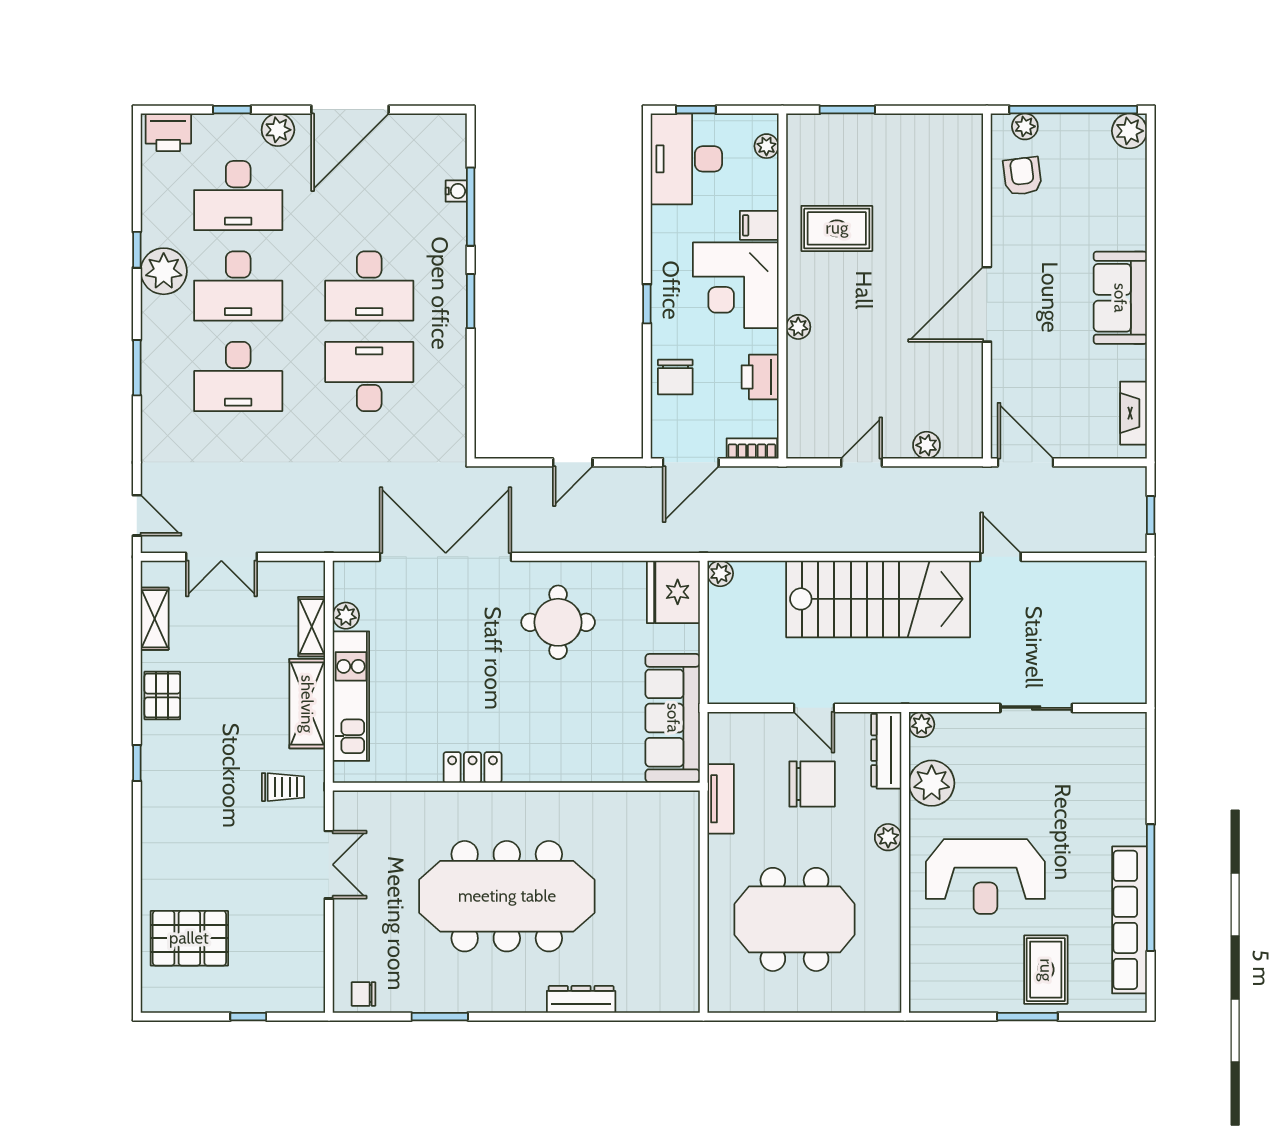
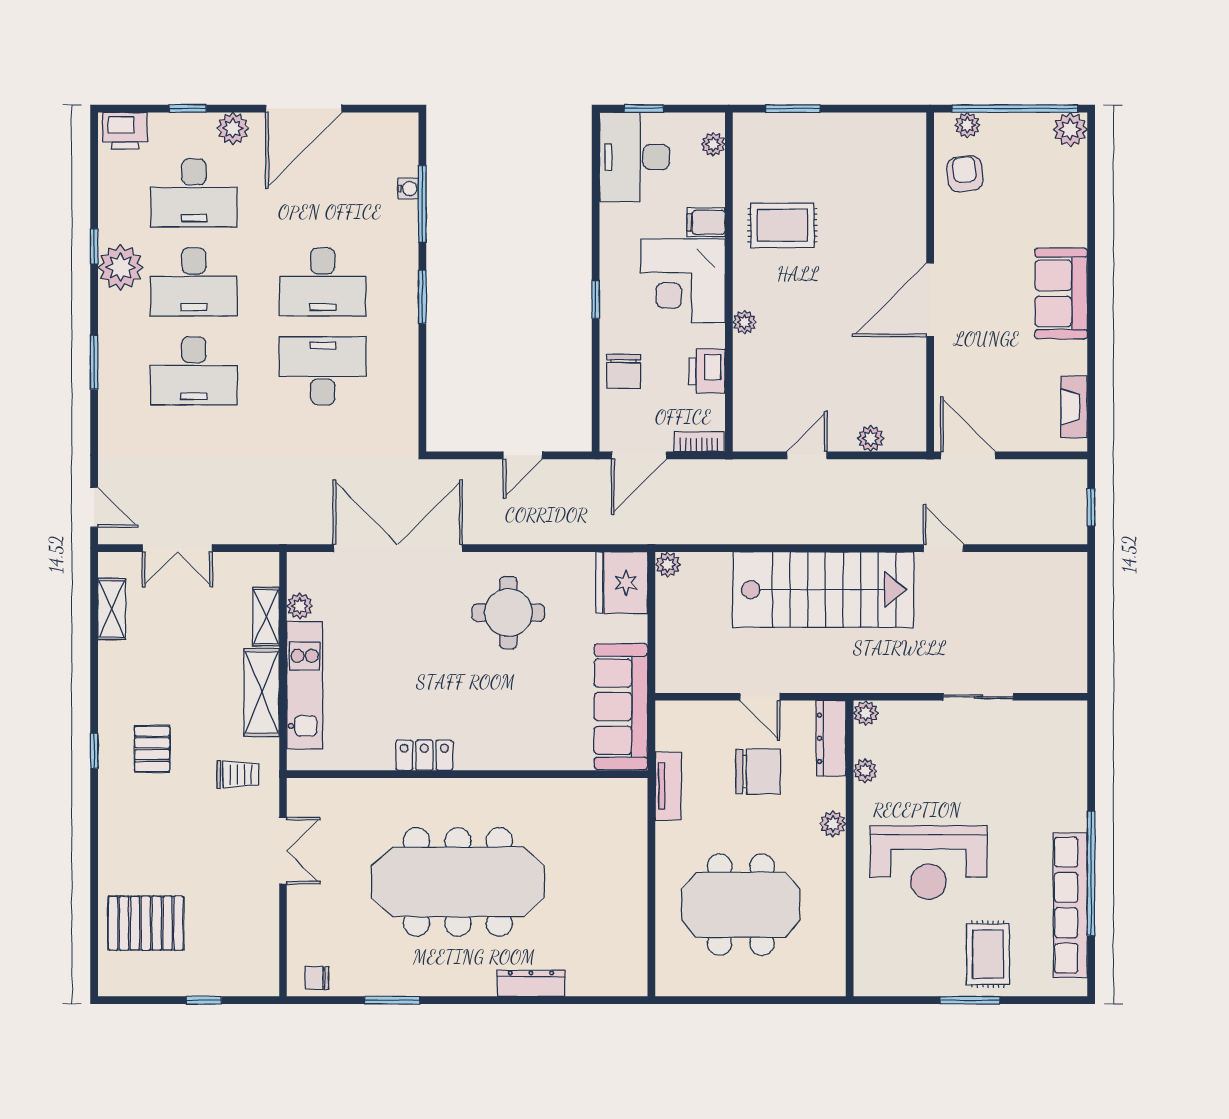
pallet: (162, 695) -> (152, 749), moved
plant: (932, 783) -> (865, 771), width x0.53, depth x0.53

